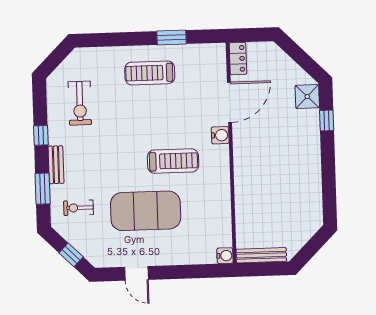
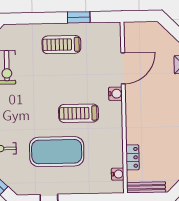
locker: (238, 59) -> (132, 157), moved
treadmill: (173, 161) -> (79, 113), turned 180
water cooler: (225, 256) -> (118, 174), moved

